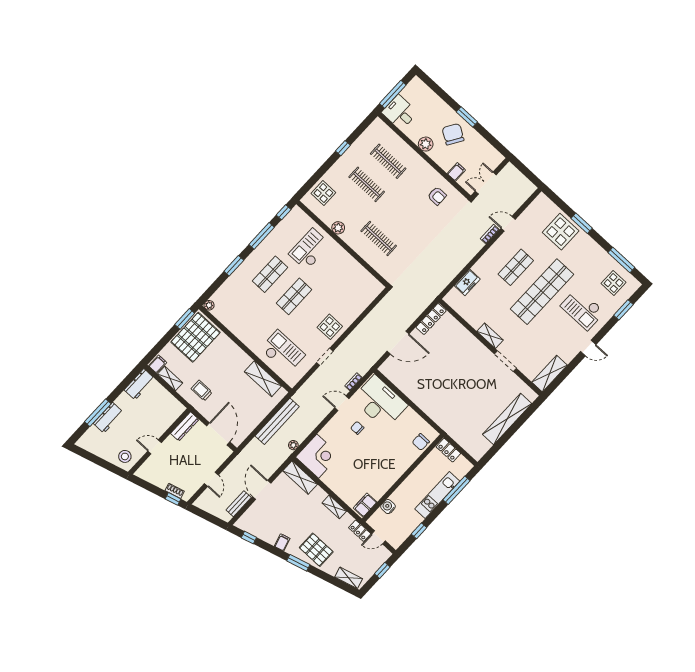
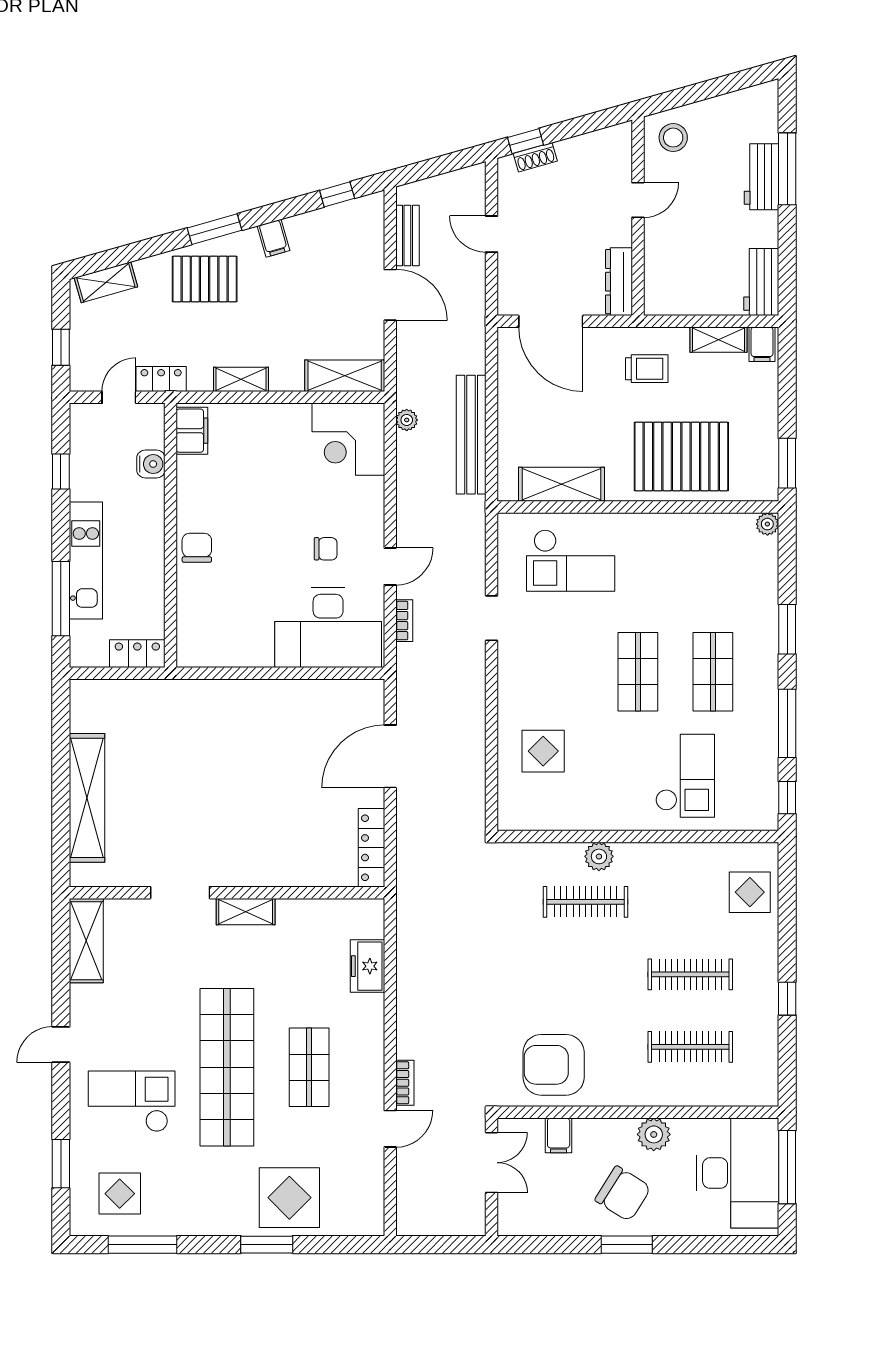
desk: (400, 112) -> (737, 1173), width x1.87, depth x1.30
armchair: (437, 196) -> (554, 1065), width x1.88, depth x1.88
plant: (338, 228) -> (599, 856), moved
display table: (330, 327) -> (543, 751), moved
pallet: (195, 337) -> (681, 456), moved, turned 90
chair: (421, 442) -> (197, 548), moved

